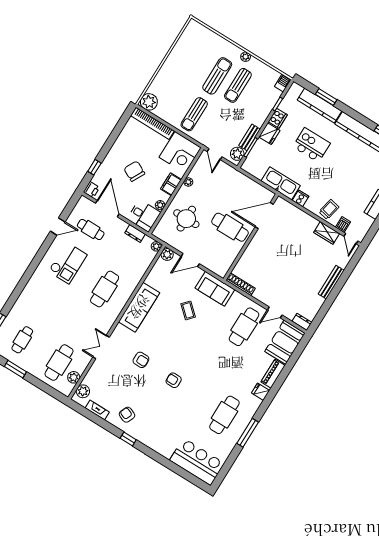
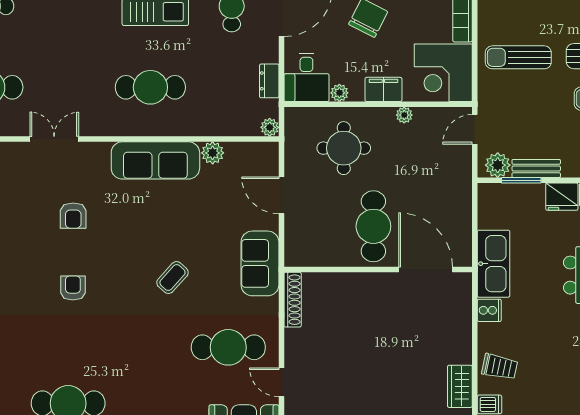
plant: (167, 254) -> (213, 153), moved
coffee table: (188, 310) -> (172, 278), moved

